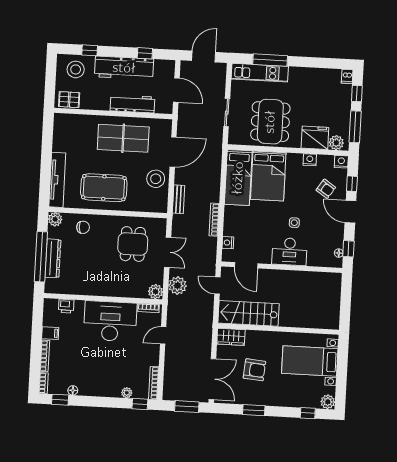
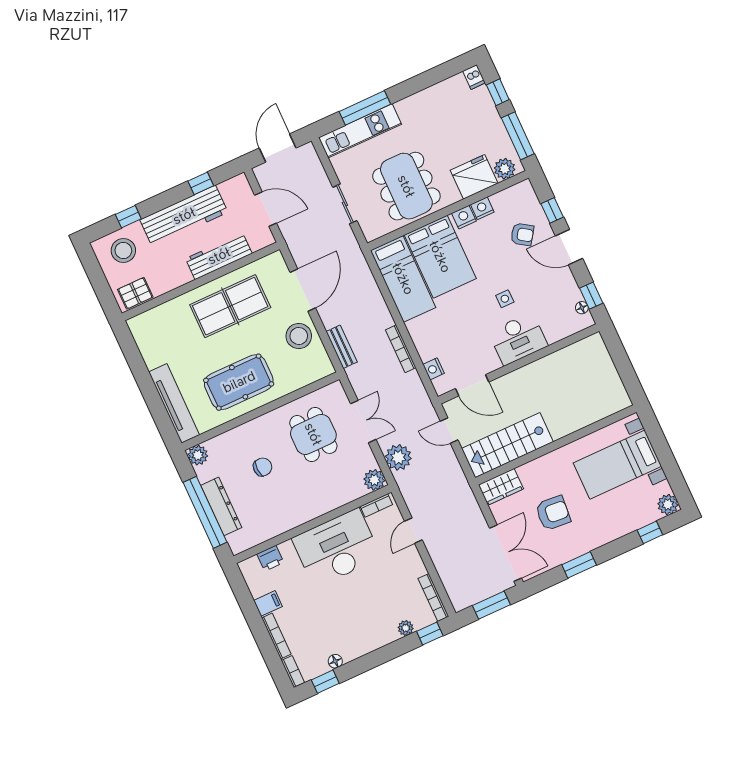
nightstand: (341, 162) -> (464, 217), moved
chair: (83, 227) -> (263, 467), moved

